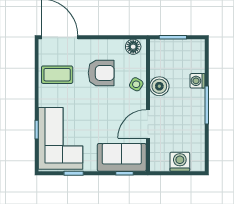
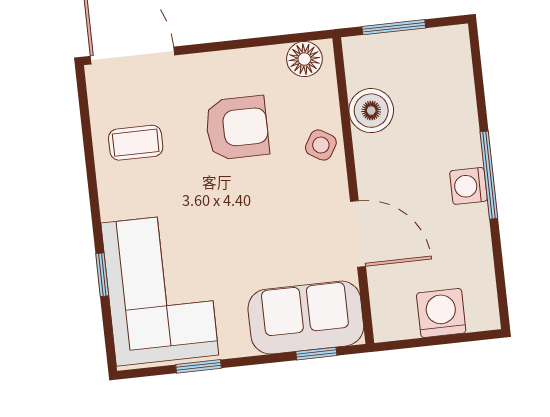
coffee table: (57, 75) -> (136, 143), width x0.73, depth x0.77
washing machine: (197, 81) -> (468, 186), moved
boiler: (159, 86) -> (371, 111), moved
door: (148, 124) -> (358, 234), swing flipped

